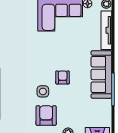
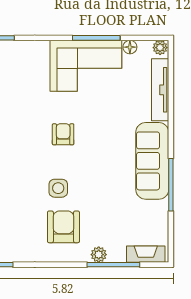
armchair: (63, 77) -> (63, 134), moved

